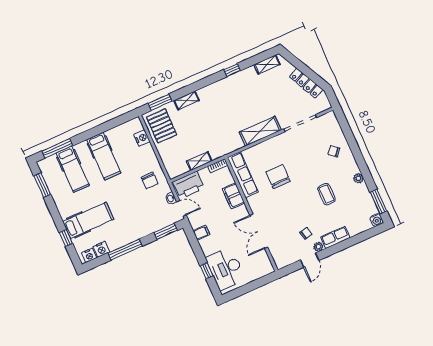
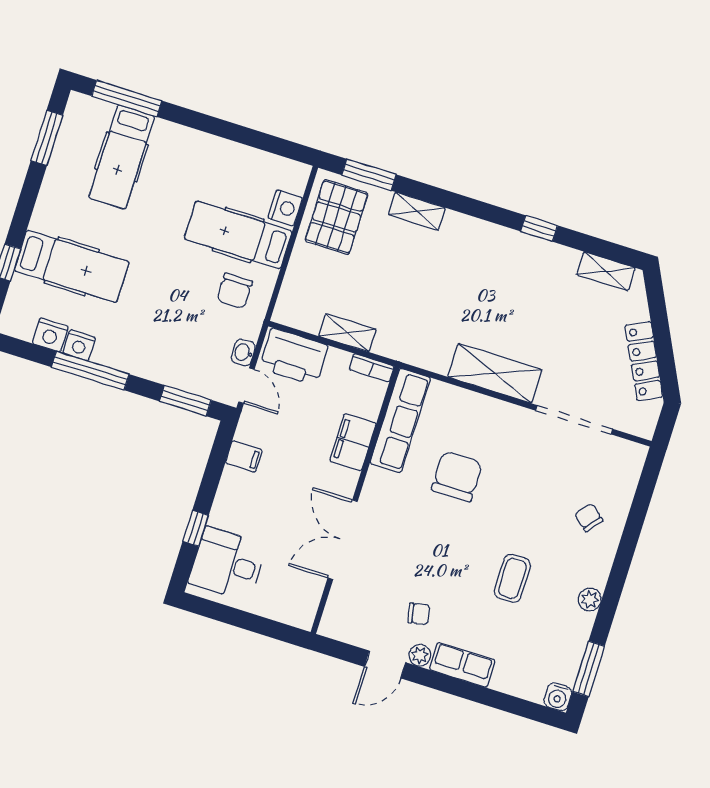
hospital bed: (104, 156) -> (238, 235), moved, turned 90
nightstand: (89, 255) -> (79, 345), moved
desk: (226, 269) -> (228, 564), width x0.73

